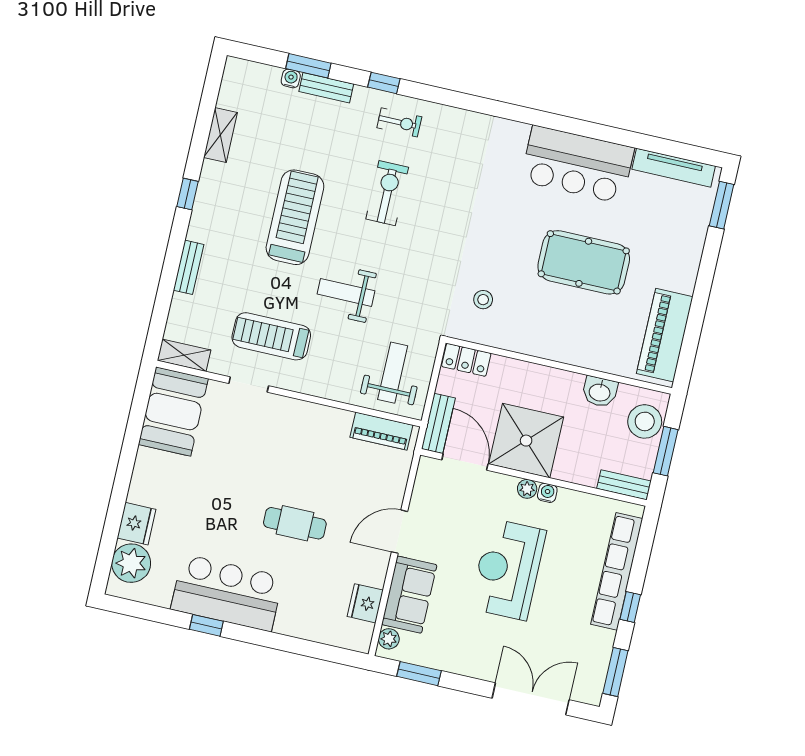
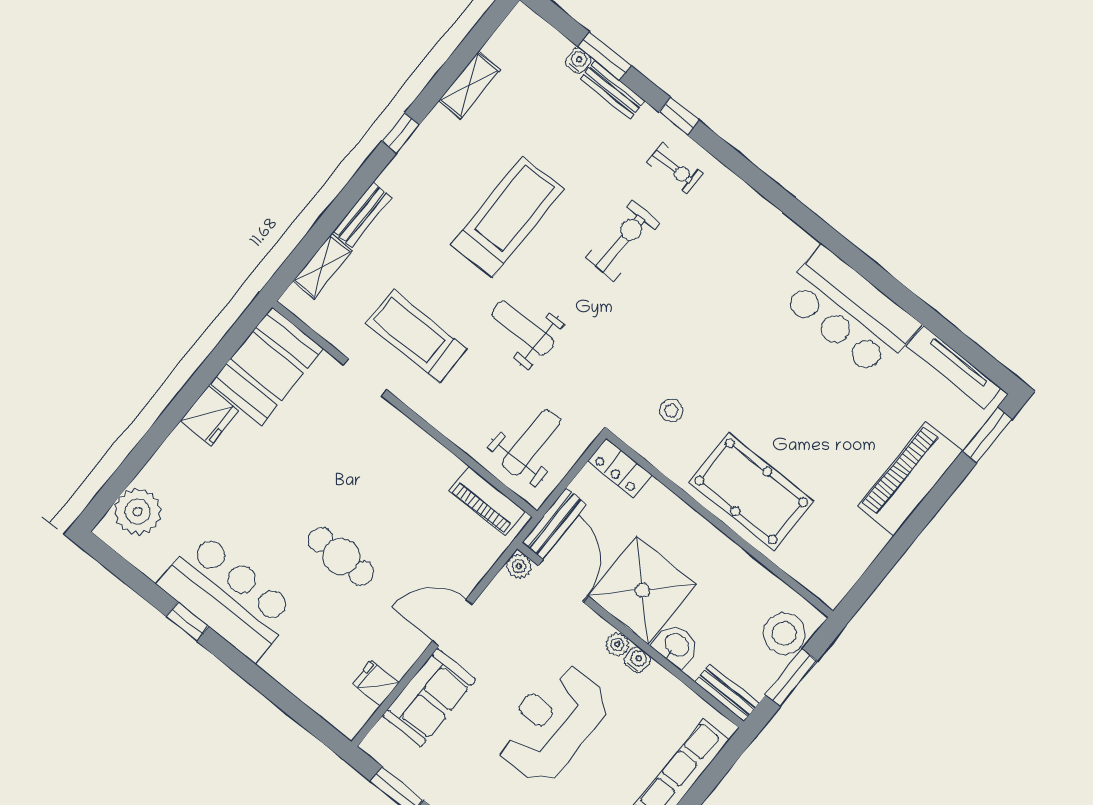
pool table: (584, 262) -> (751, 491), moved
piano: (665, 335) -> (910, 478), moved
shelving: (184, 355) -> (323, 266), moved, turned 90
washbasin: (600, 392) -> (676, 646), moved, turned 180
fridge: (136, 524) -> (209, 416), moved
fridge: (365, 603) -> (375, 683), width x0.72
plant: (389, 639) -> (519, 566), moved

